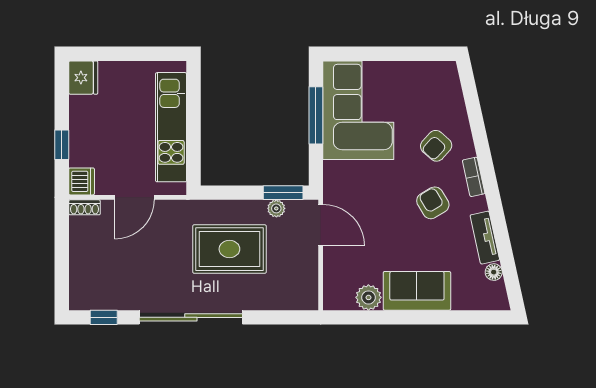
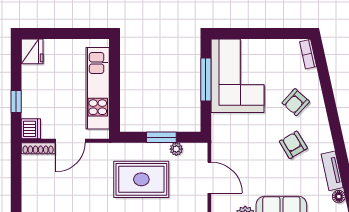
bookcase: (474, 177) -> (308, 54), moved
window: (283, 193) -> (161, 137), moved
shoe rack: (84, 207) -> (38, 148), width x1.43
door: (321, 225) -> (209, 178), moved

